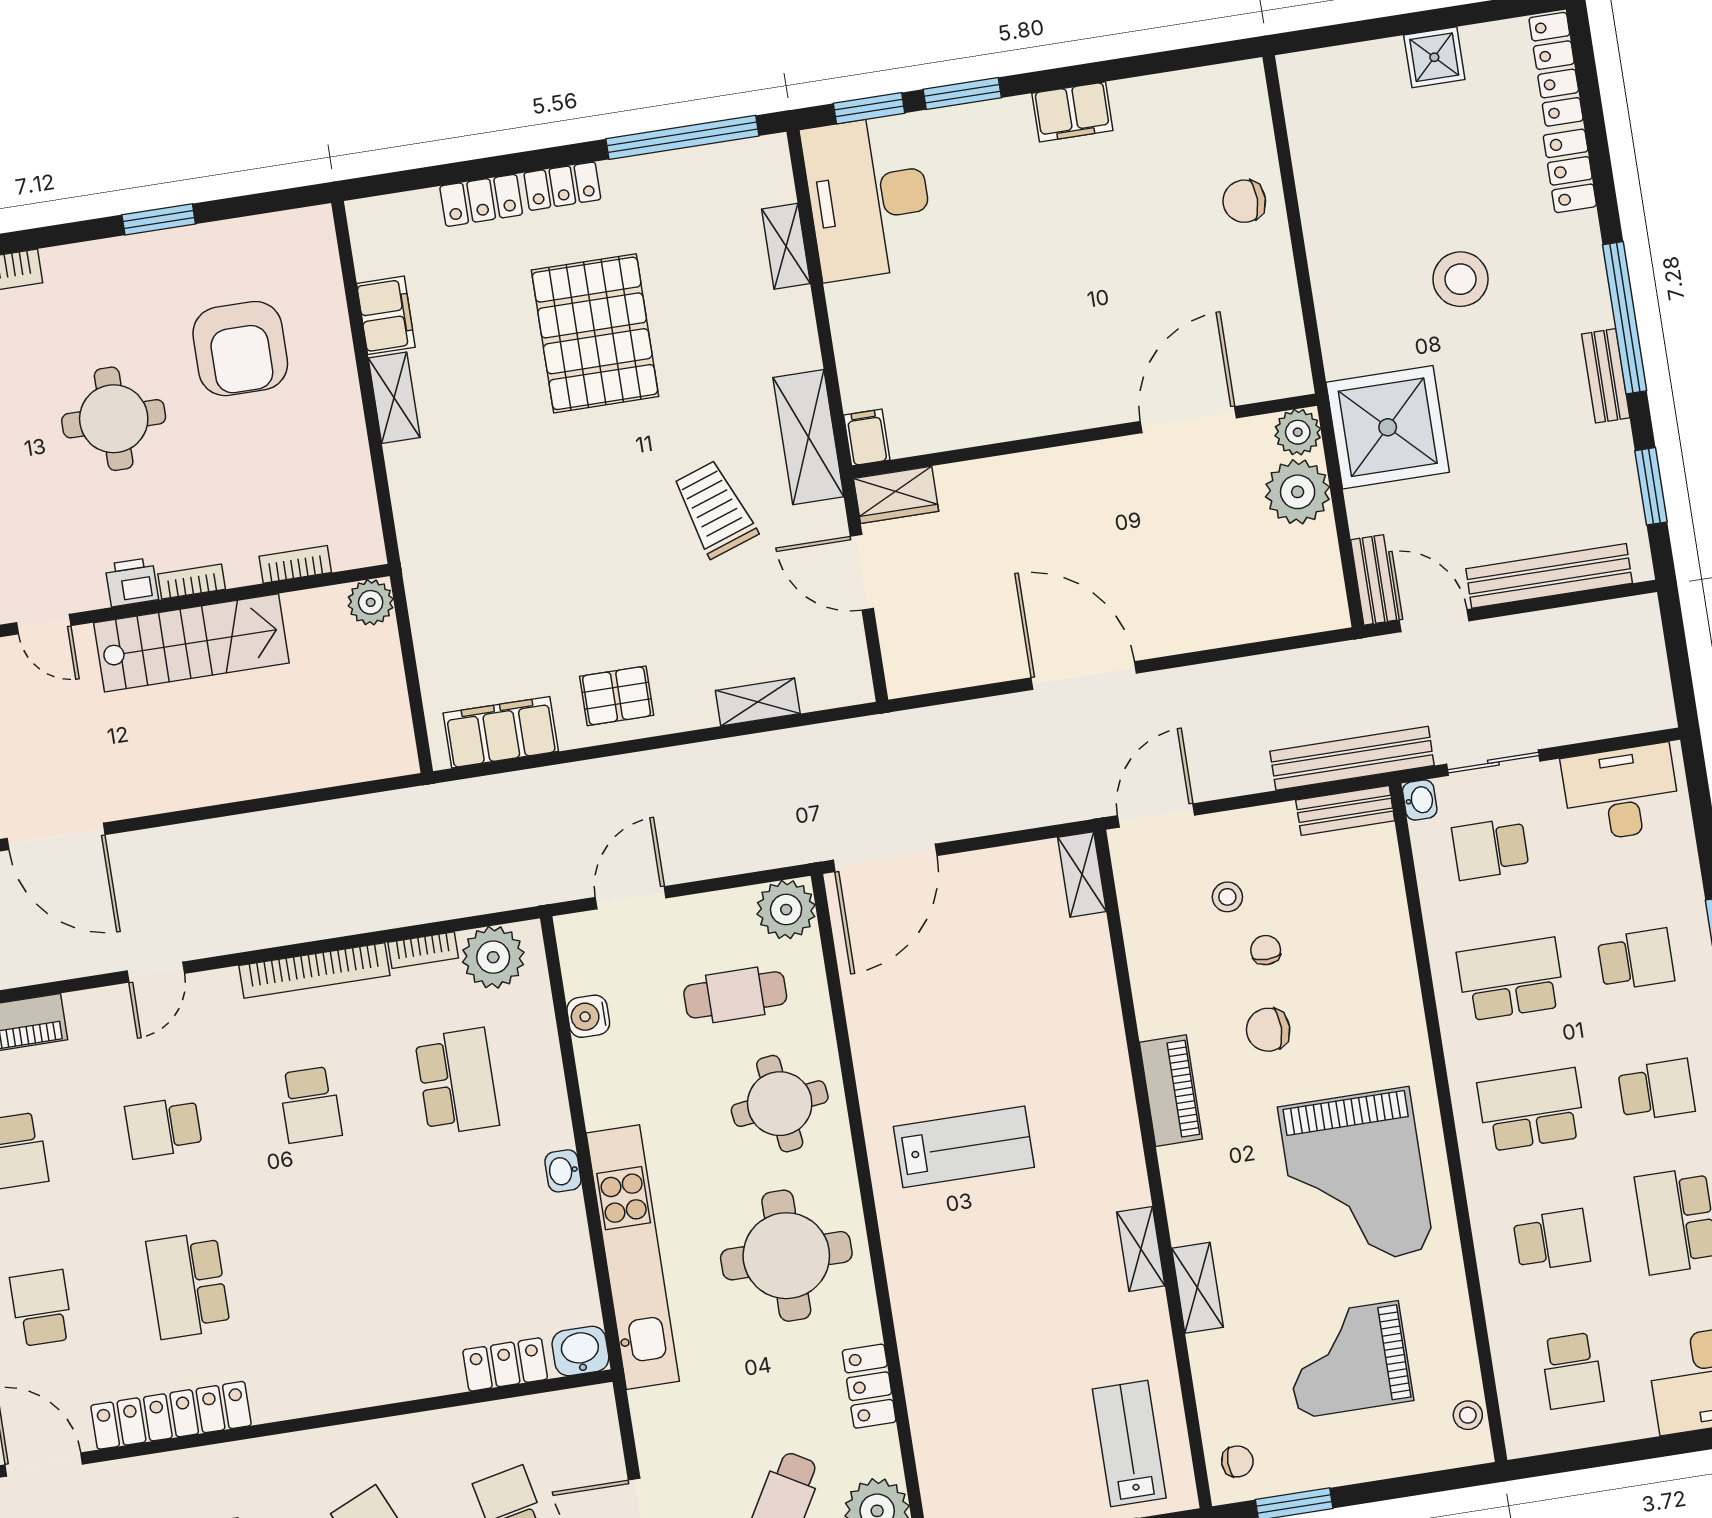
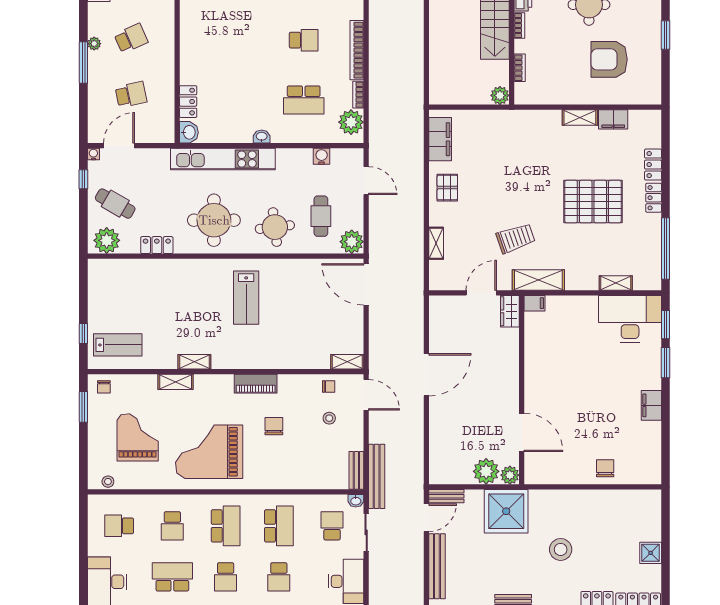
chair: (1266, 950) -> (329, 387), moved
school desk: (310, 1105) -> (304, 40), turned 180

